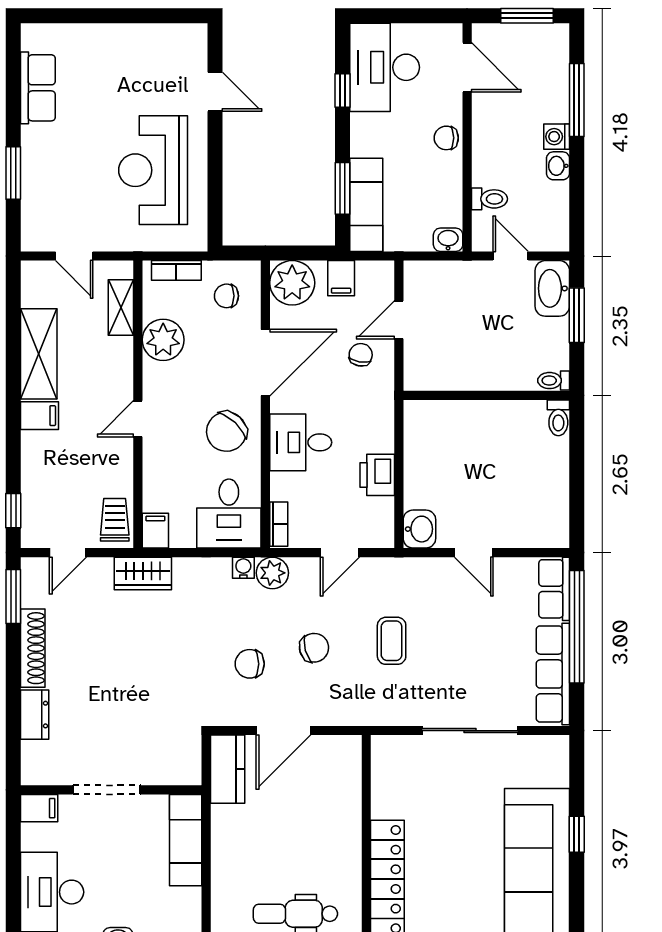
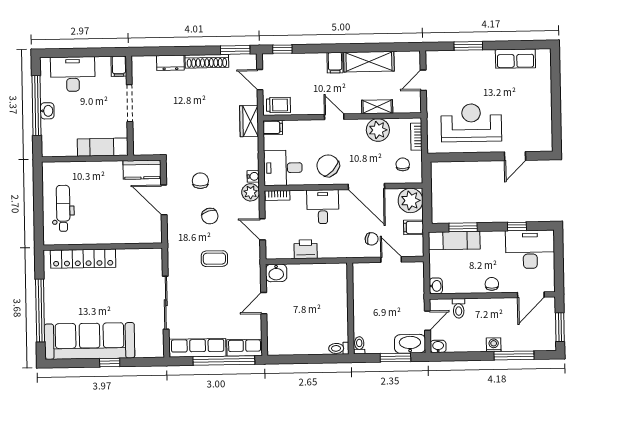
washbasin: (558, 166) -> (438, 346), moved
shelving: (121, 307) -> (377, 107), moved

